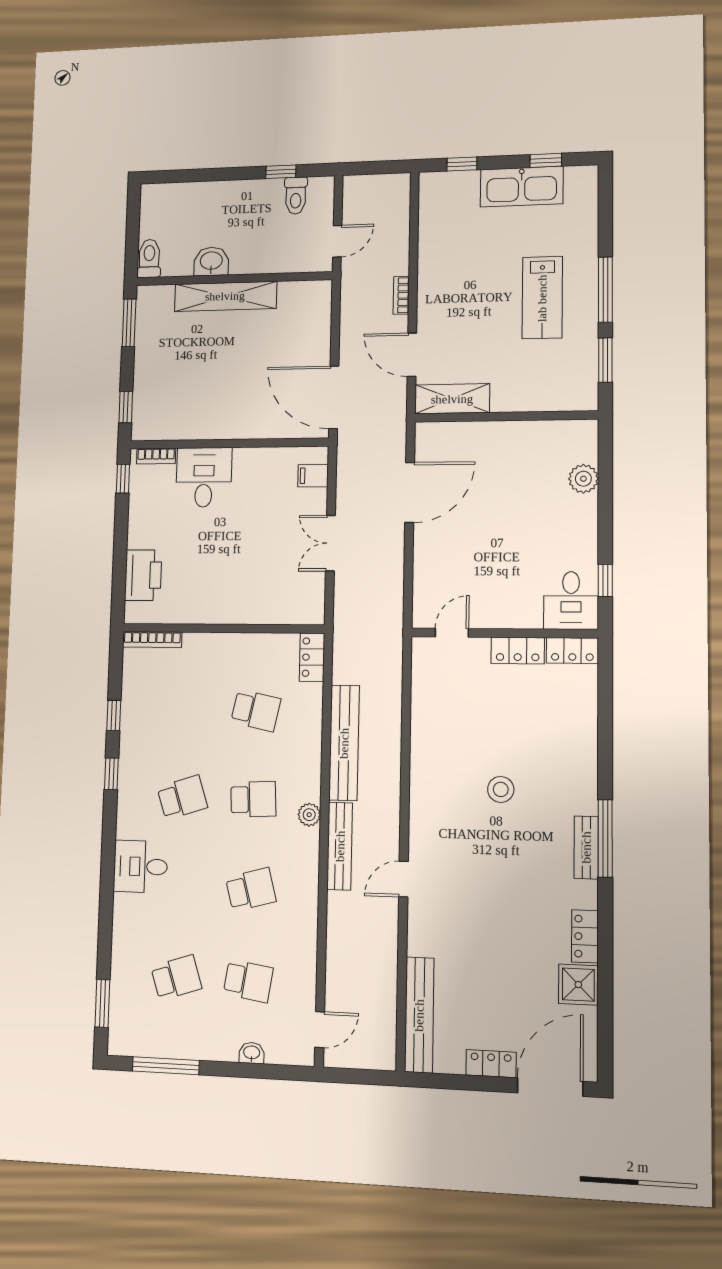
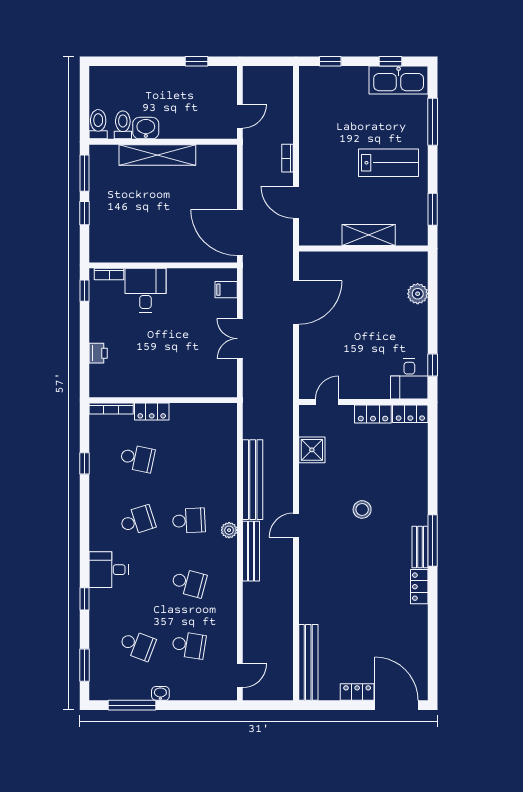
kitchen sink: (522, 187) -> (399, 80), moved
toilet: (296, 196) -> (123, 125), moved, turned 180
window: (605, 290) -> (433, 122), moved
lab bench: (542, 298) -> (389, 163), turned -90
shelving: (452, 399) -> (369, 235), moved
window: (126, 407) -> (85, 213), moved
printer: (143, 575) -> (98, 353), width x0.53, depth x0.68
locker: (312, 657) -> (152, 412), moved, turned -90
school desk: (256, 710) -> (137, 458), moved
window: (111, 774) -> (85, 599), moved
door: (403, 879) -> (296, 525), moved
school desk: (251, 889) -> (189, 583), turned 30
locker: (585, 936) -> (419, 587), moved
school desk: (176, 978) -> (137, 645), turned 39
shower: (578, 985) -> (312, 450), moved
washbasin: (252, 1053) -> (160, 693), moved
door: (550, 1087) -> (396, 705), hinge flipped

